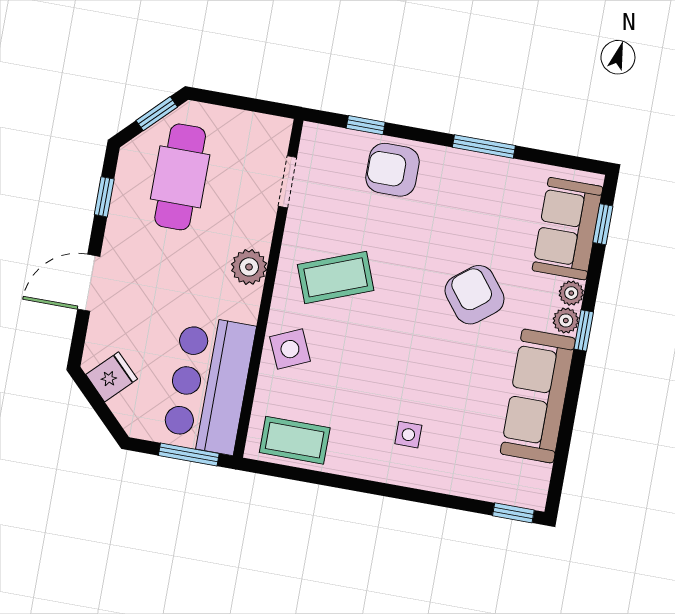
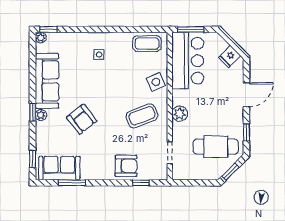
window: (484, 146) -> (72, 183), moved
cafe table: (180, 177) -> (216, 147), turned 90
sofa: (567, 229) -> (59, 168), moved, turned -90
plant: (571, 293) -> (41, 38), moved

